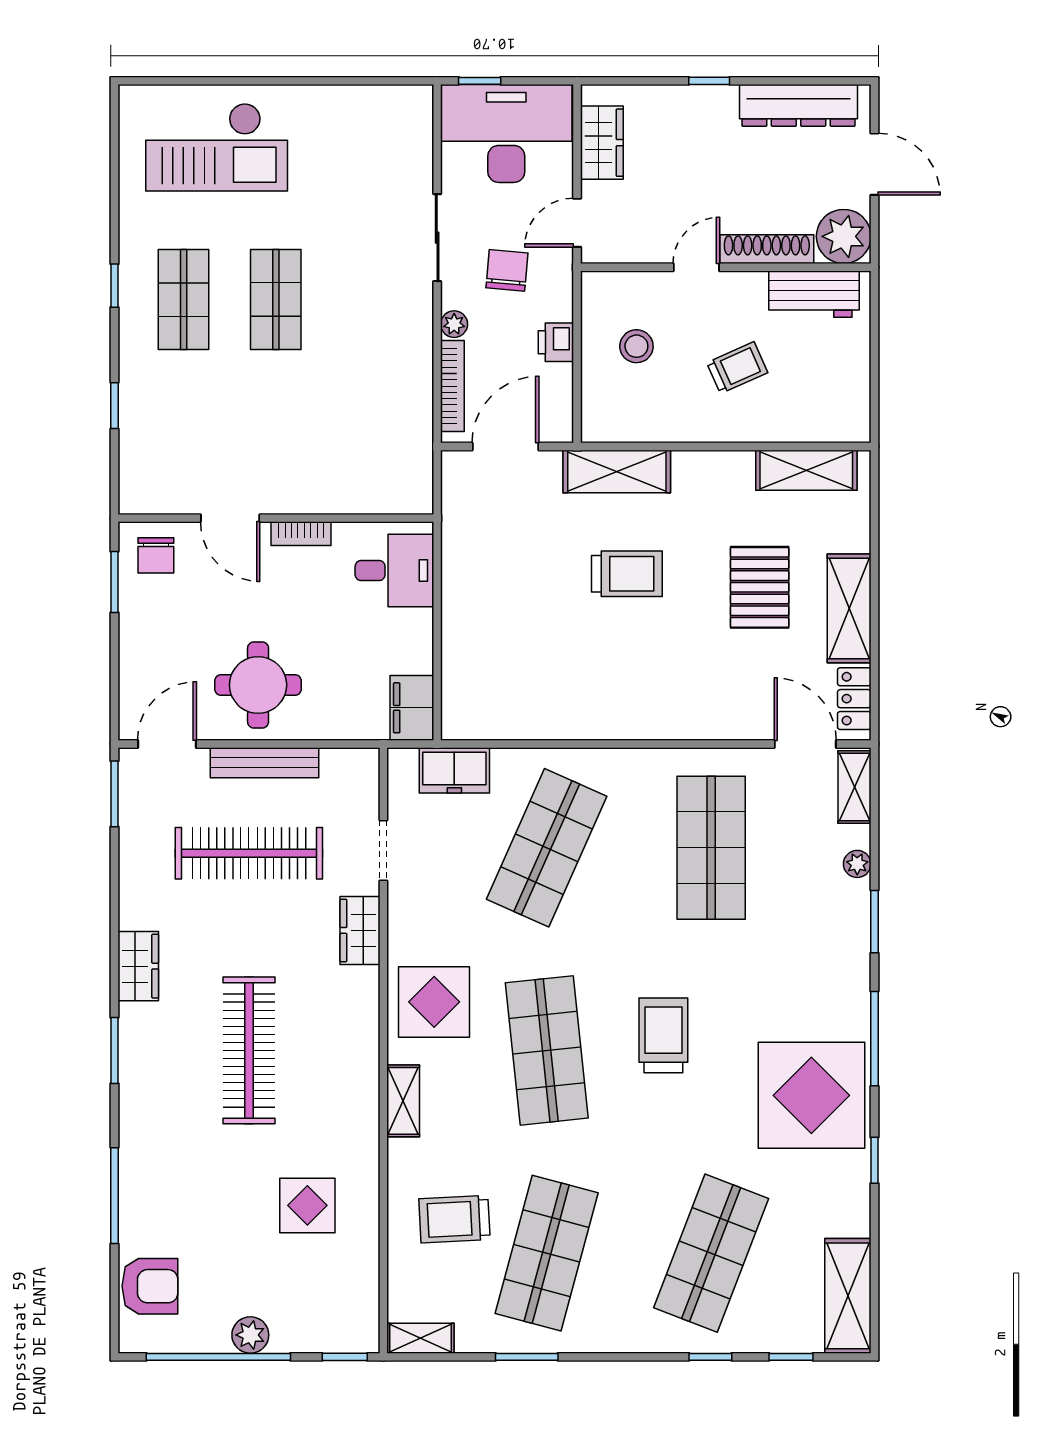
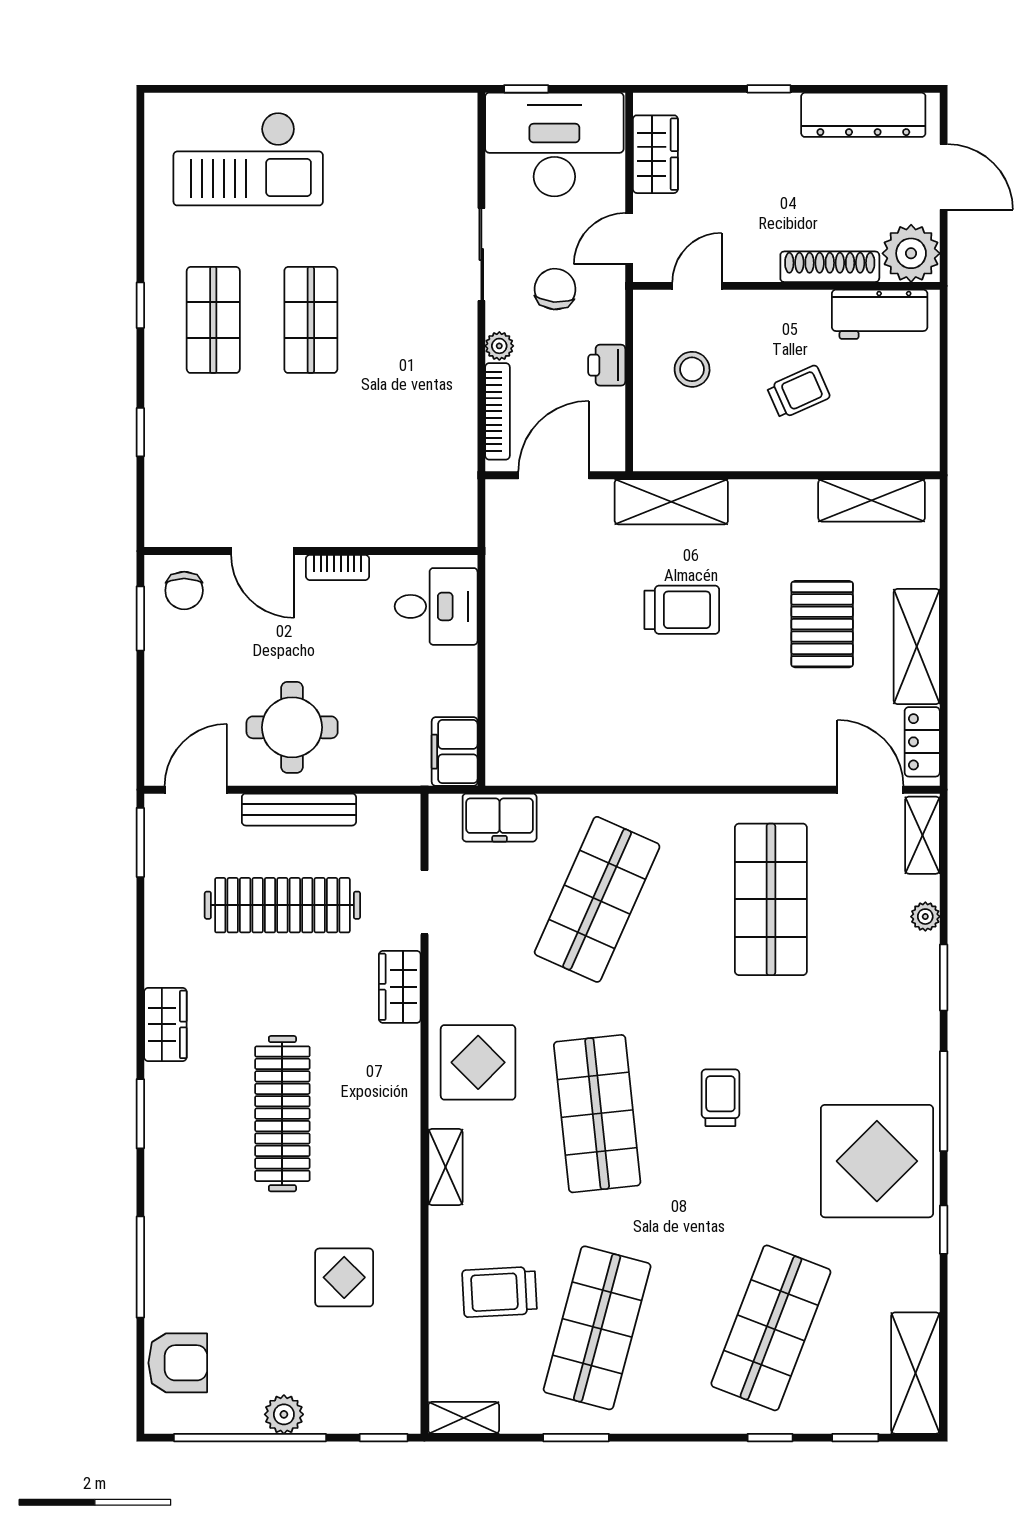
door: (696, 267) -> (697, 286), moved
trolley: (663, 1035) -> (720, 1098), width x0.73, depth x0.72

